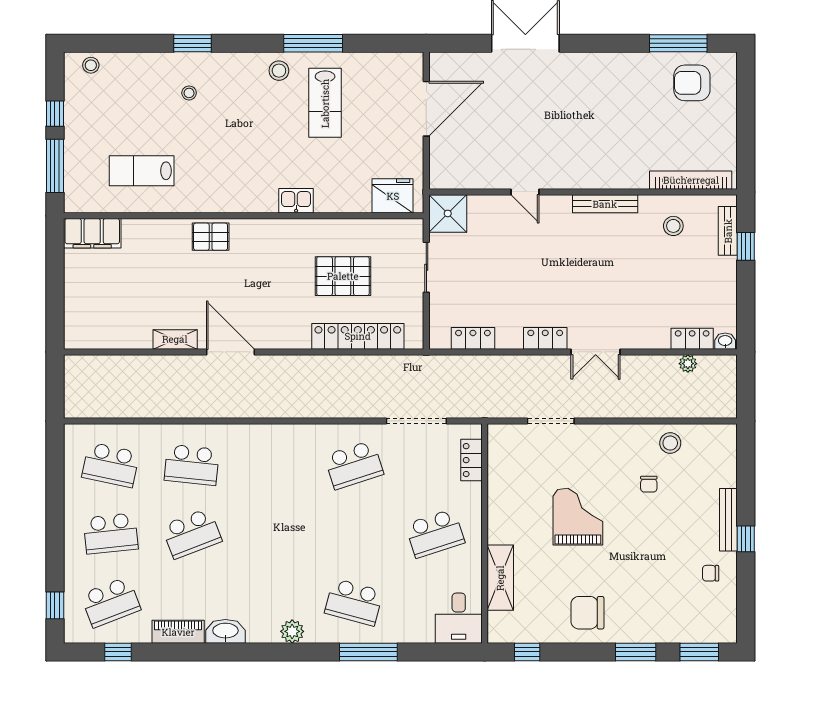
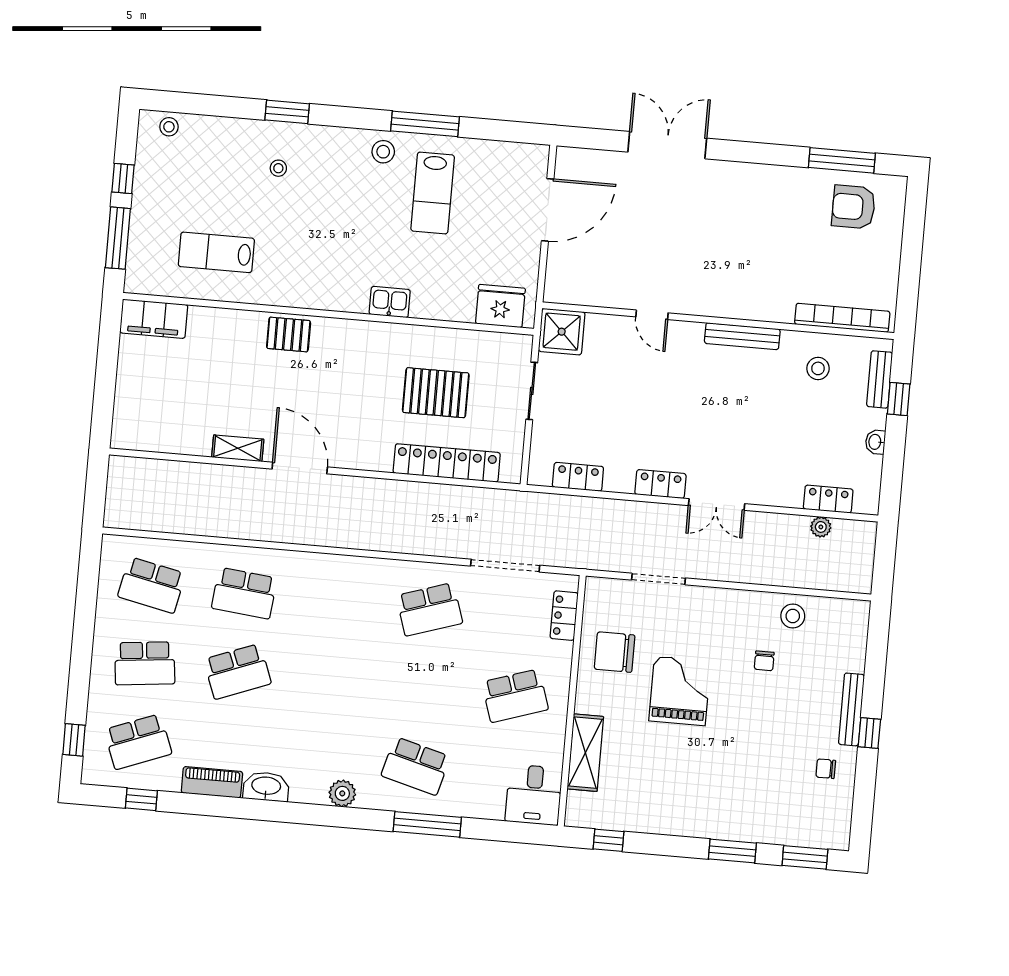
washbasin: (725, 341) -> (875, 442), moved, turned -90
chair: (587, 613) -> (615, 652), moved

